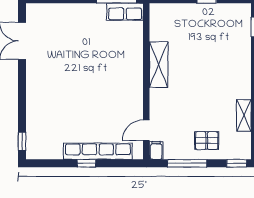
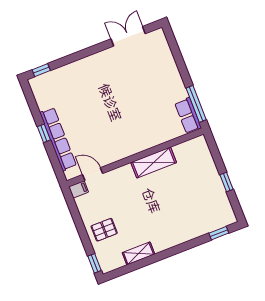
pallet: (207, 141) -> (104, 230), turned 90
window: (187, 163) -> (78, 220), removed

